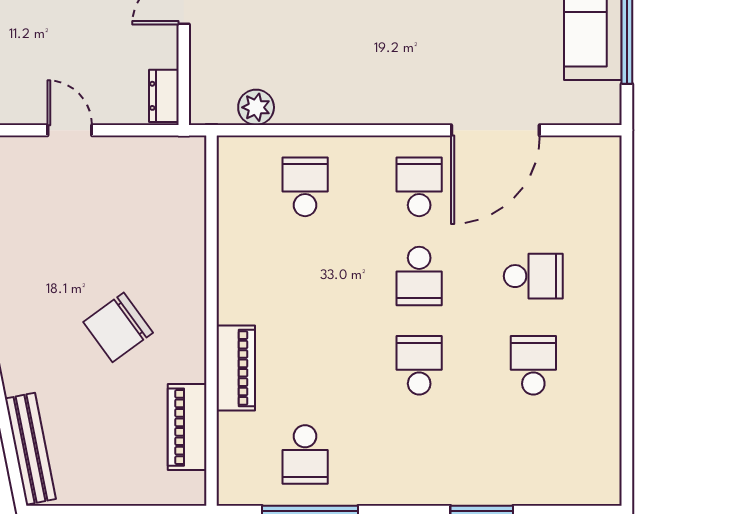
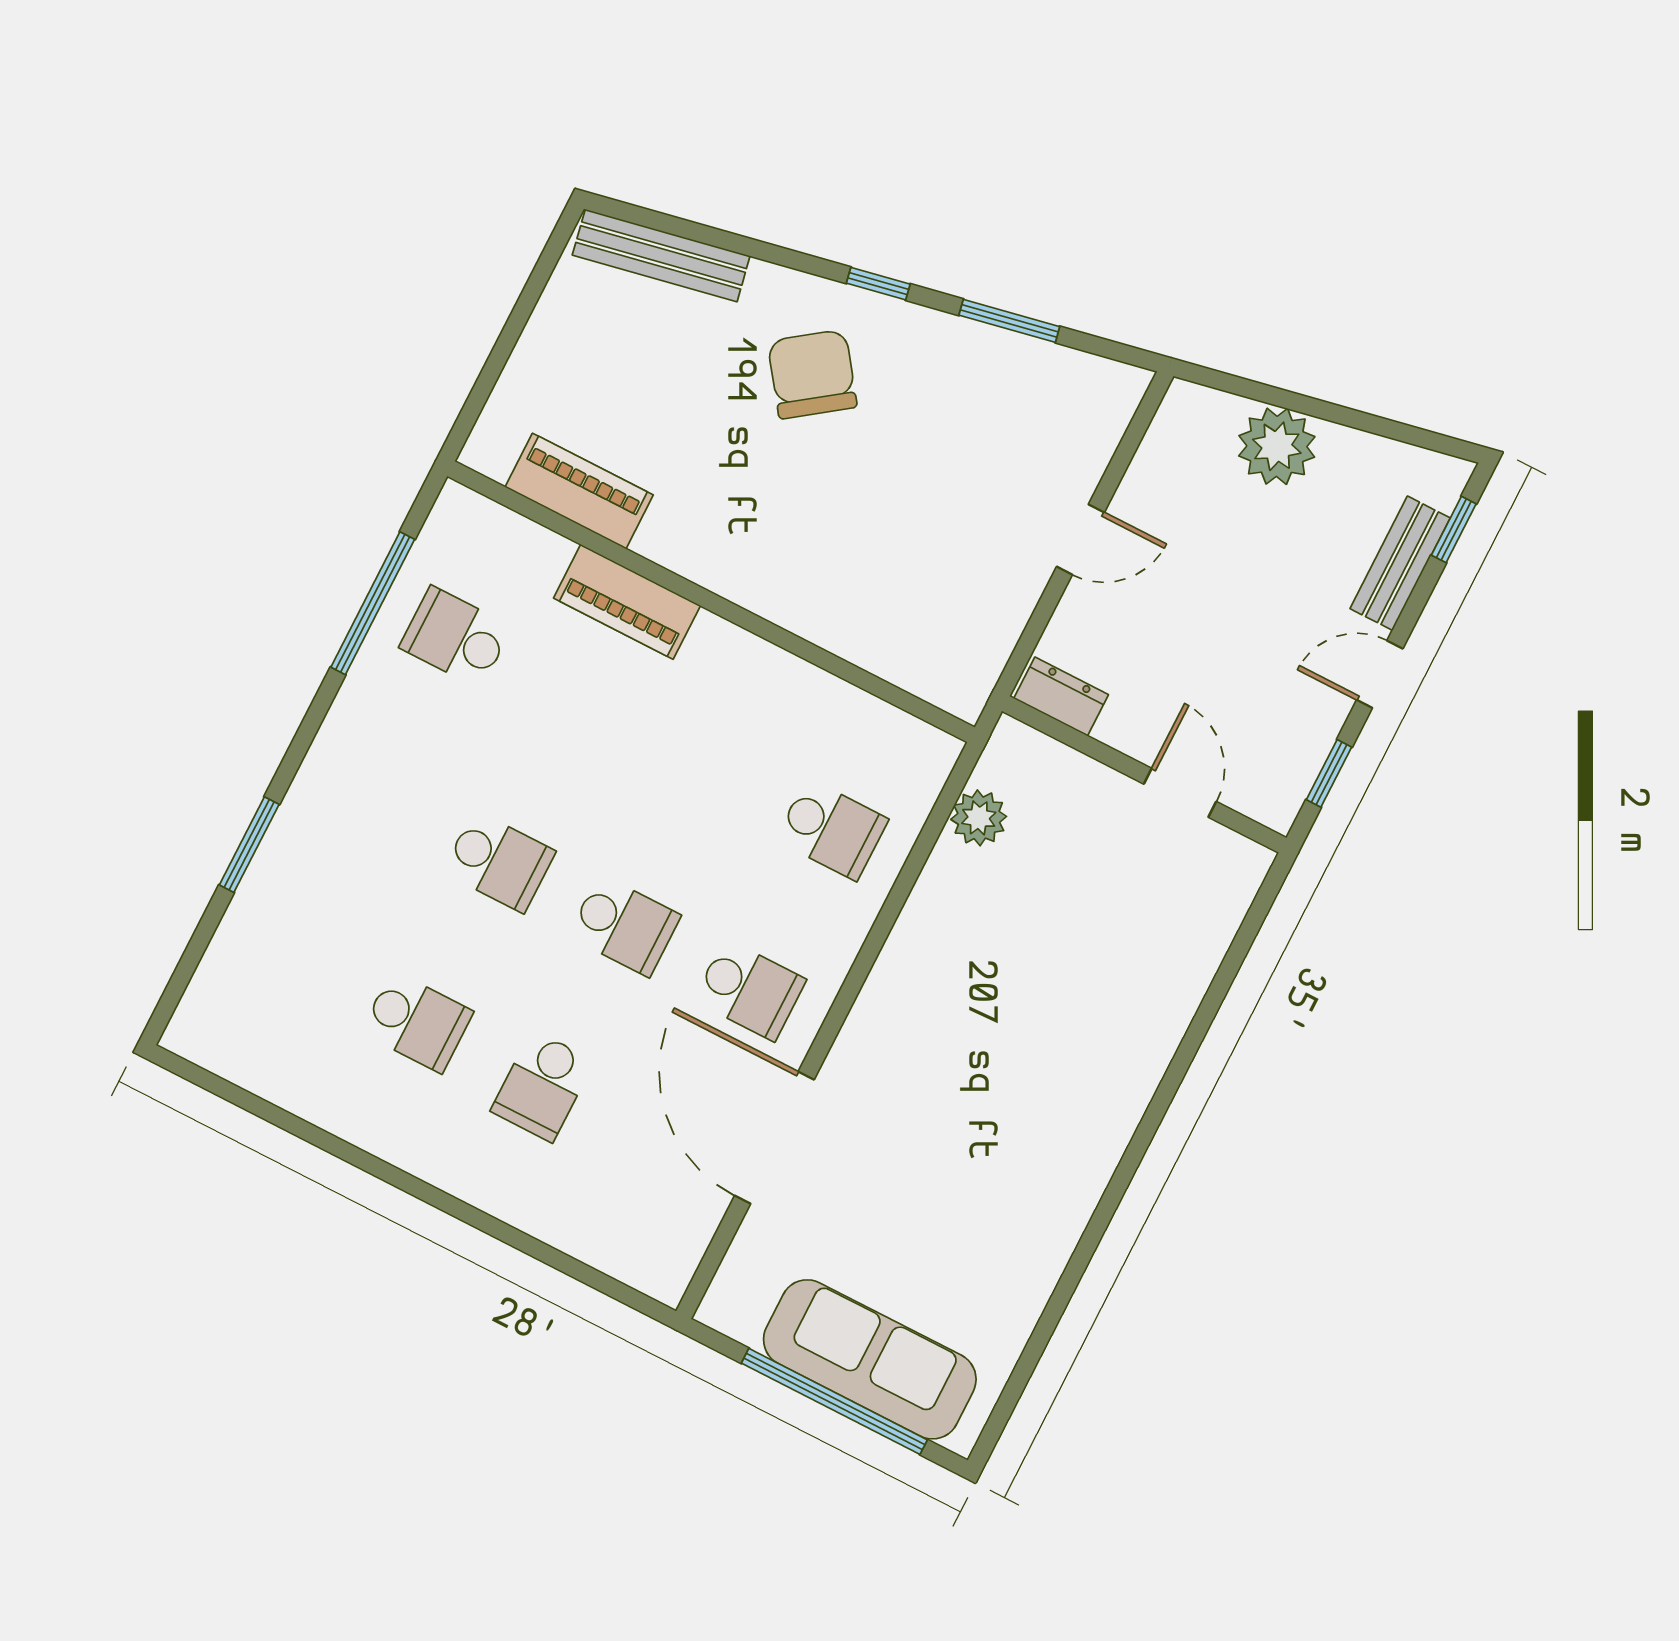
school desk: (419, 276) -> (624, 926), turned 180
chair: (118, 327) -> (812, 374), moved

